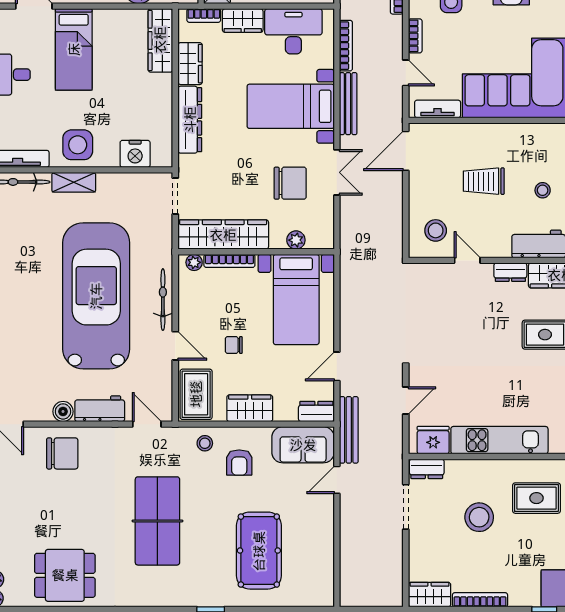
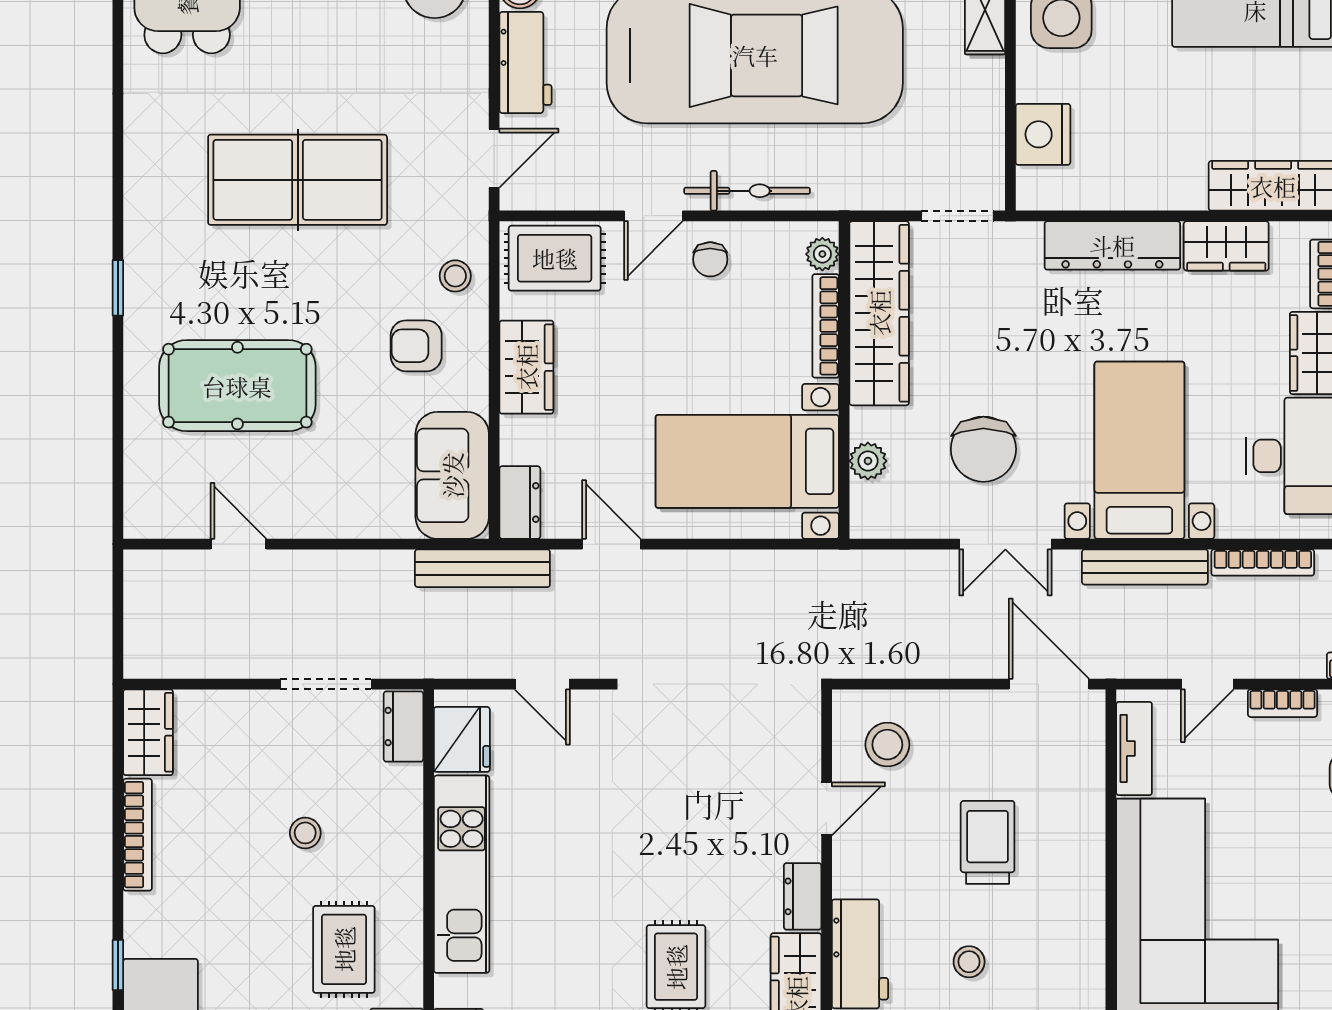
chair: (234, 345) -> (710, 259), moved, turned 180
door: (337, 480) -> (238, 544), moved
stool: (479, 517) -> (305, 833), width x0.53, depth x0.53

